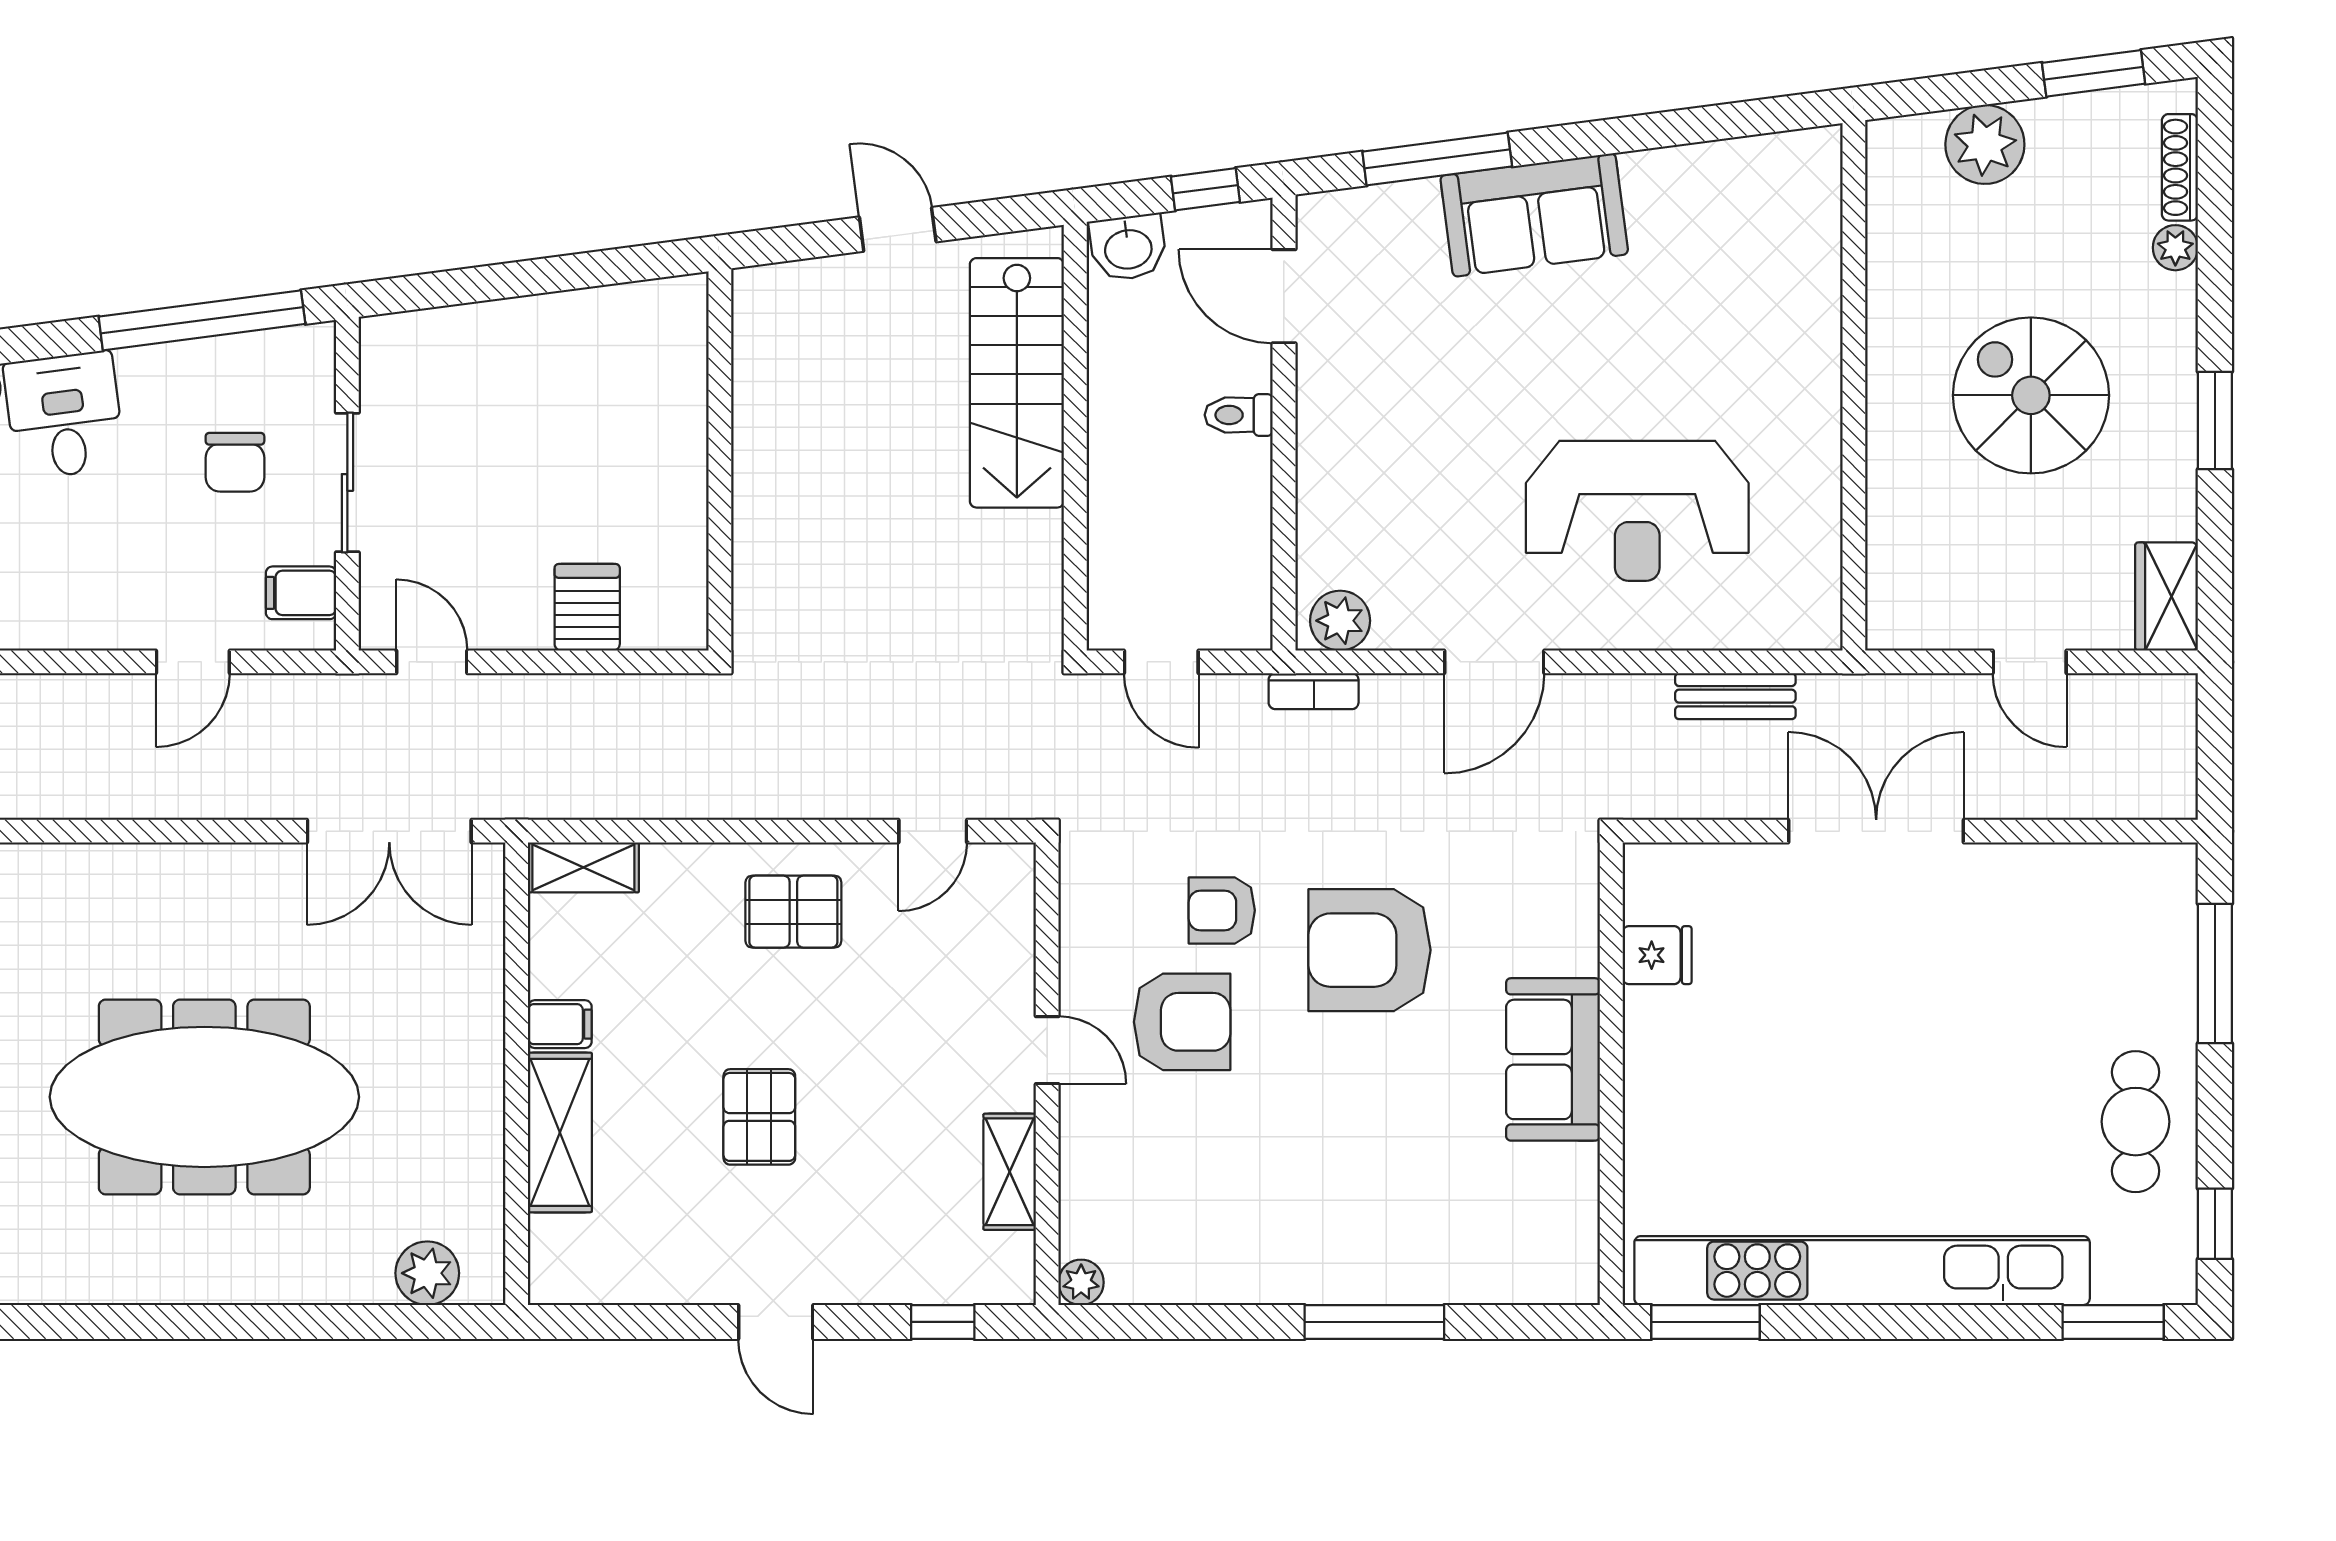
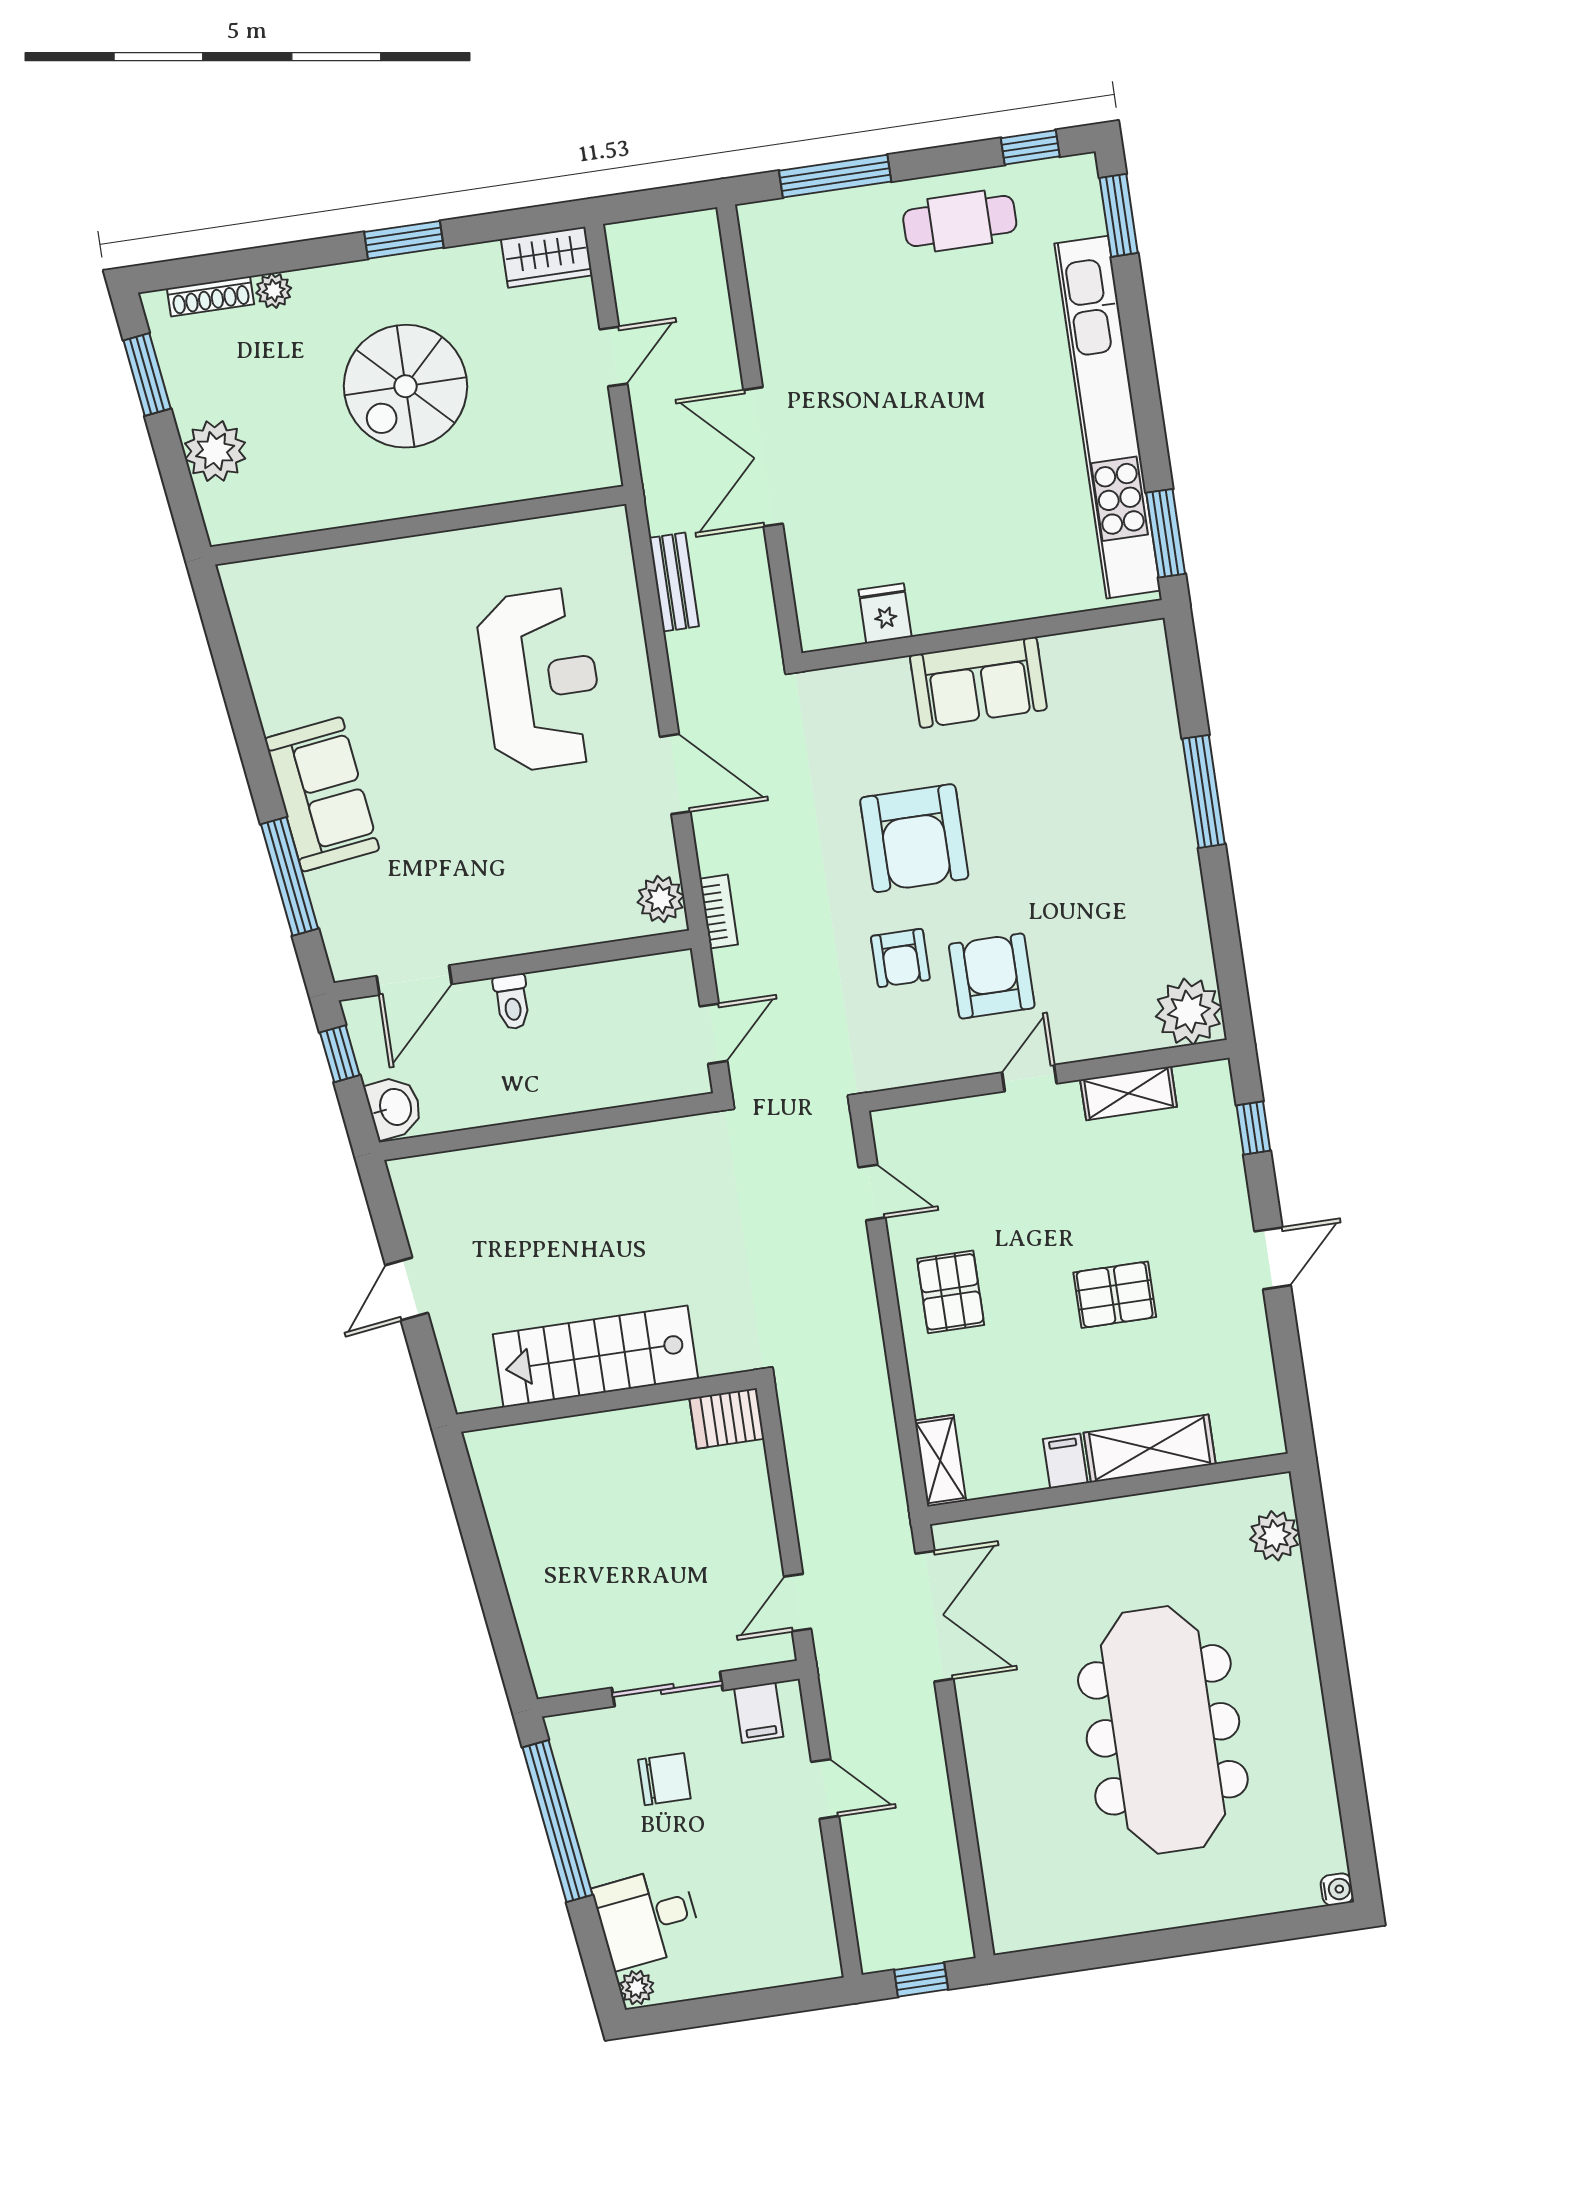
stairs: (1017, 383) -> (595, 1356), moved, turned 180
server rack: (587, 607) -> (727, 1418), moved
plant: (1081, 1282) -> (1189, 1012), width x1.88, depth x1.88

